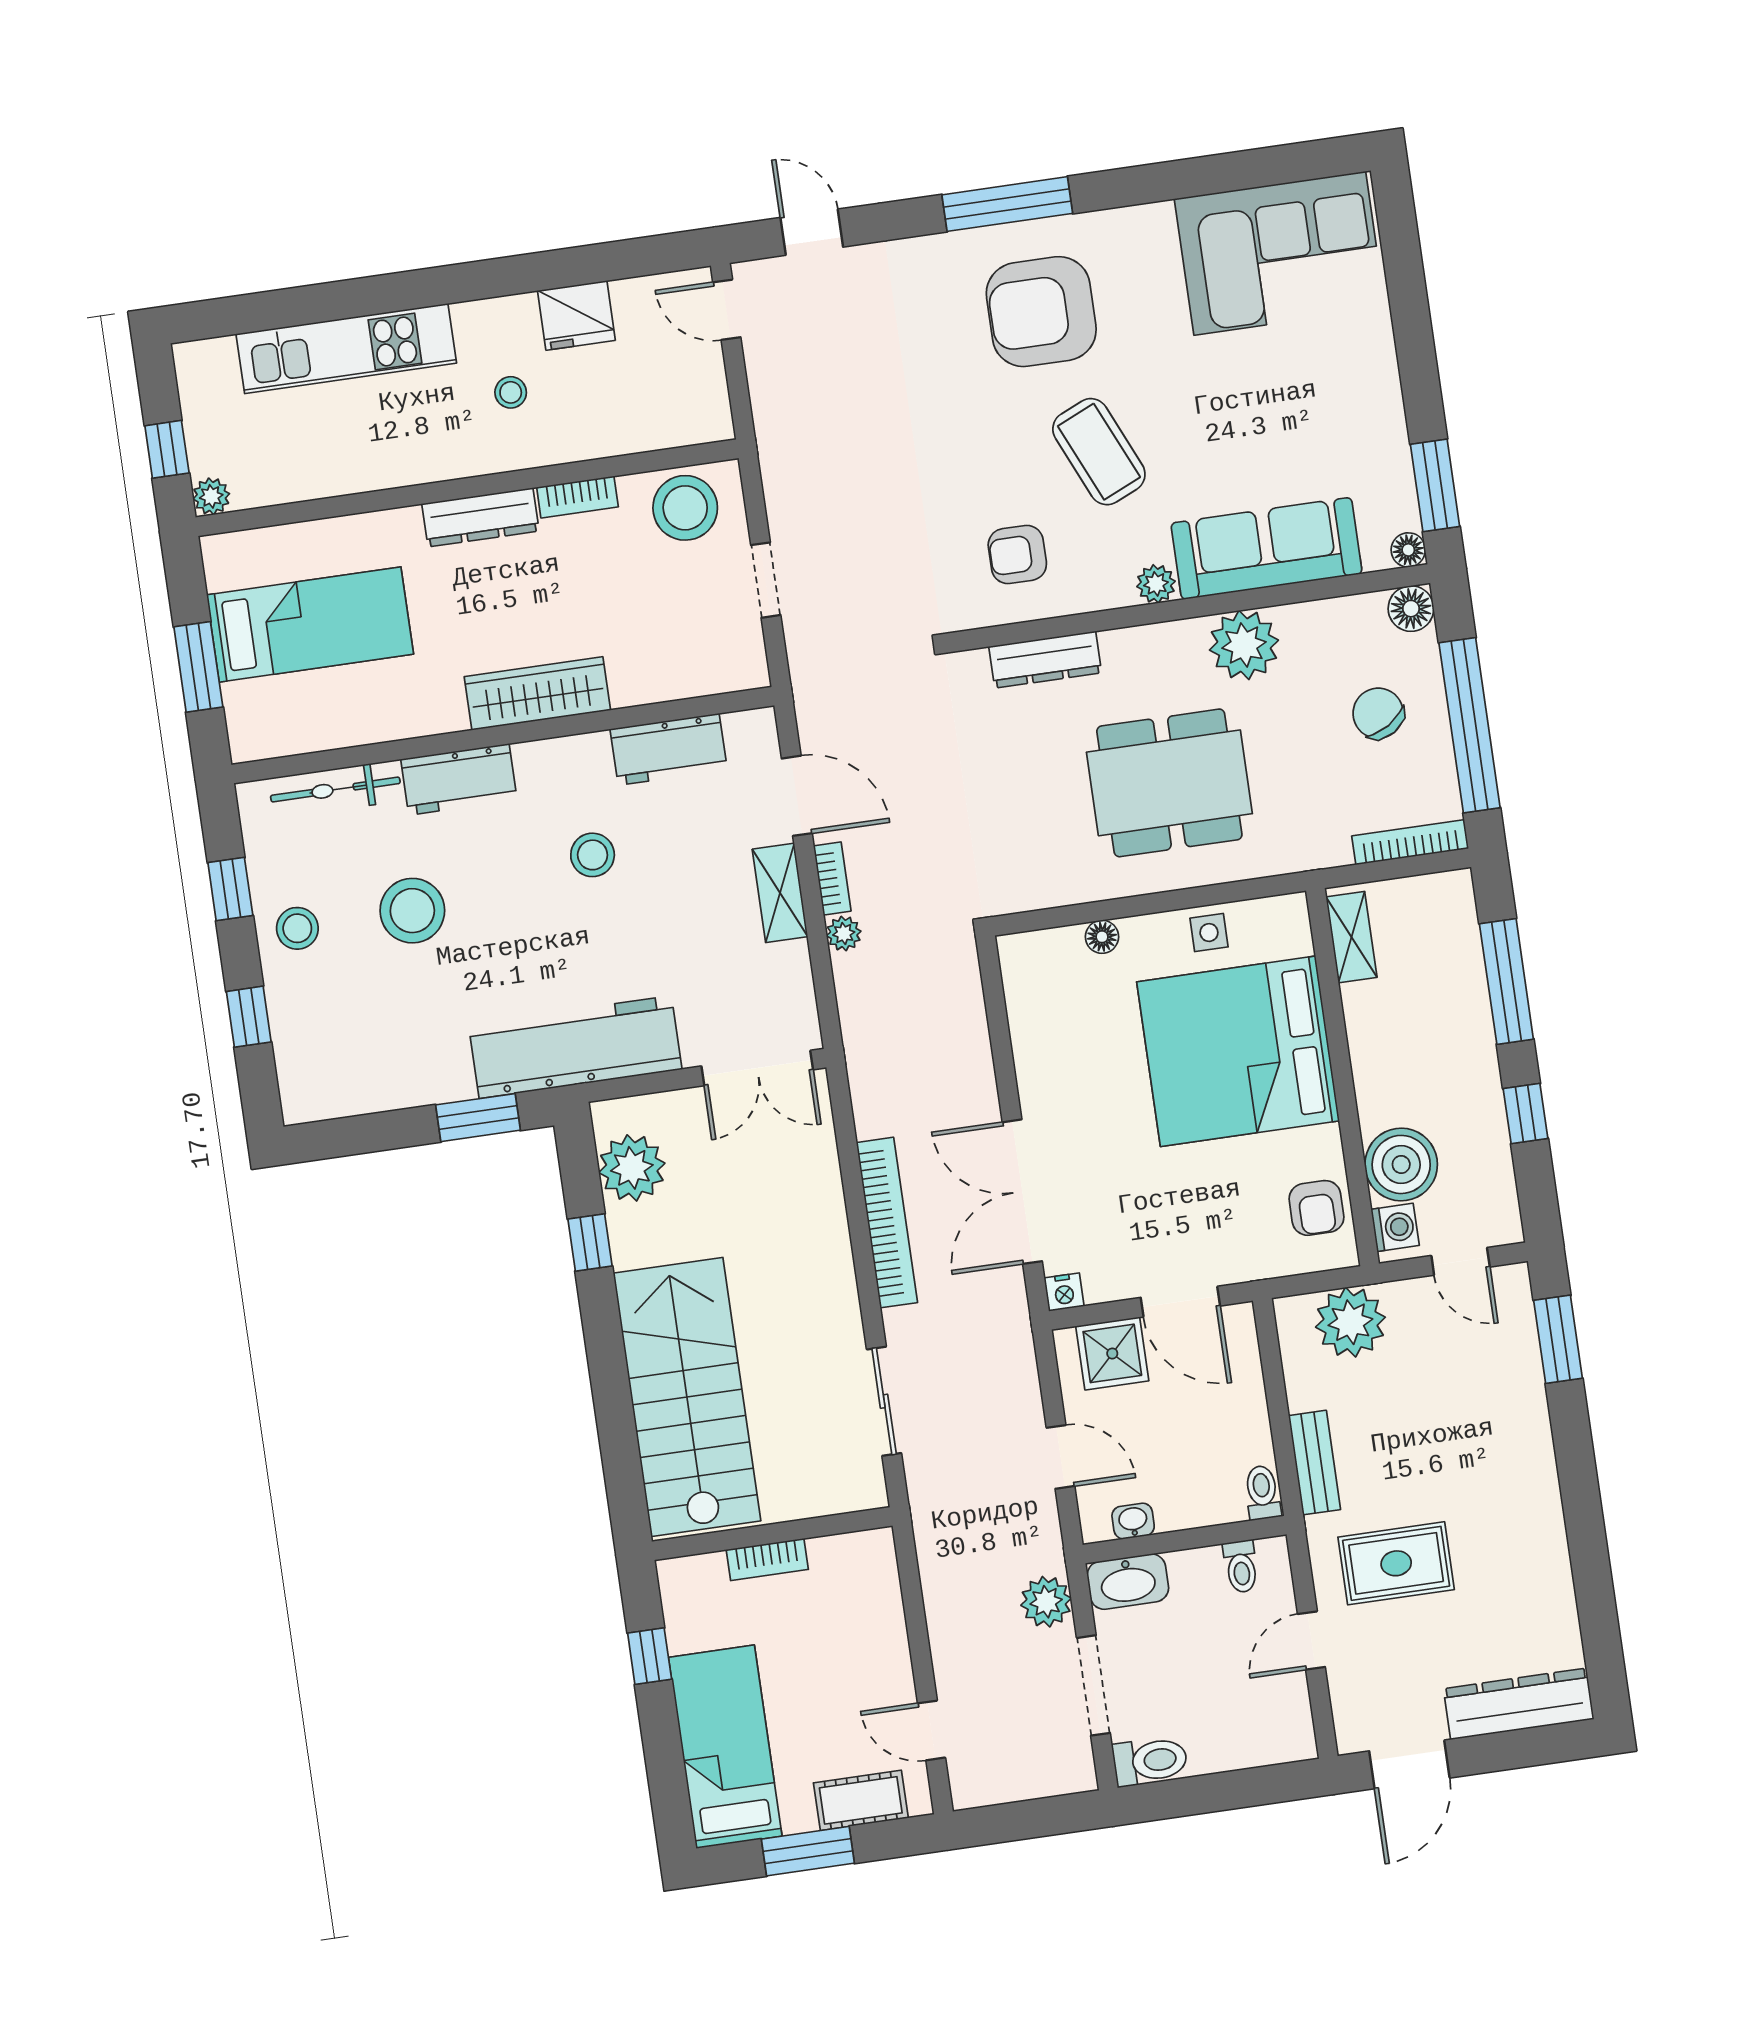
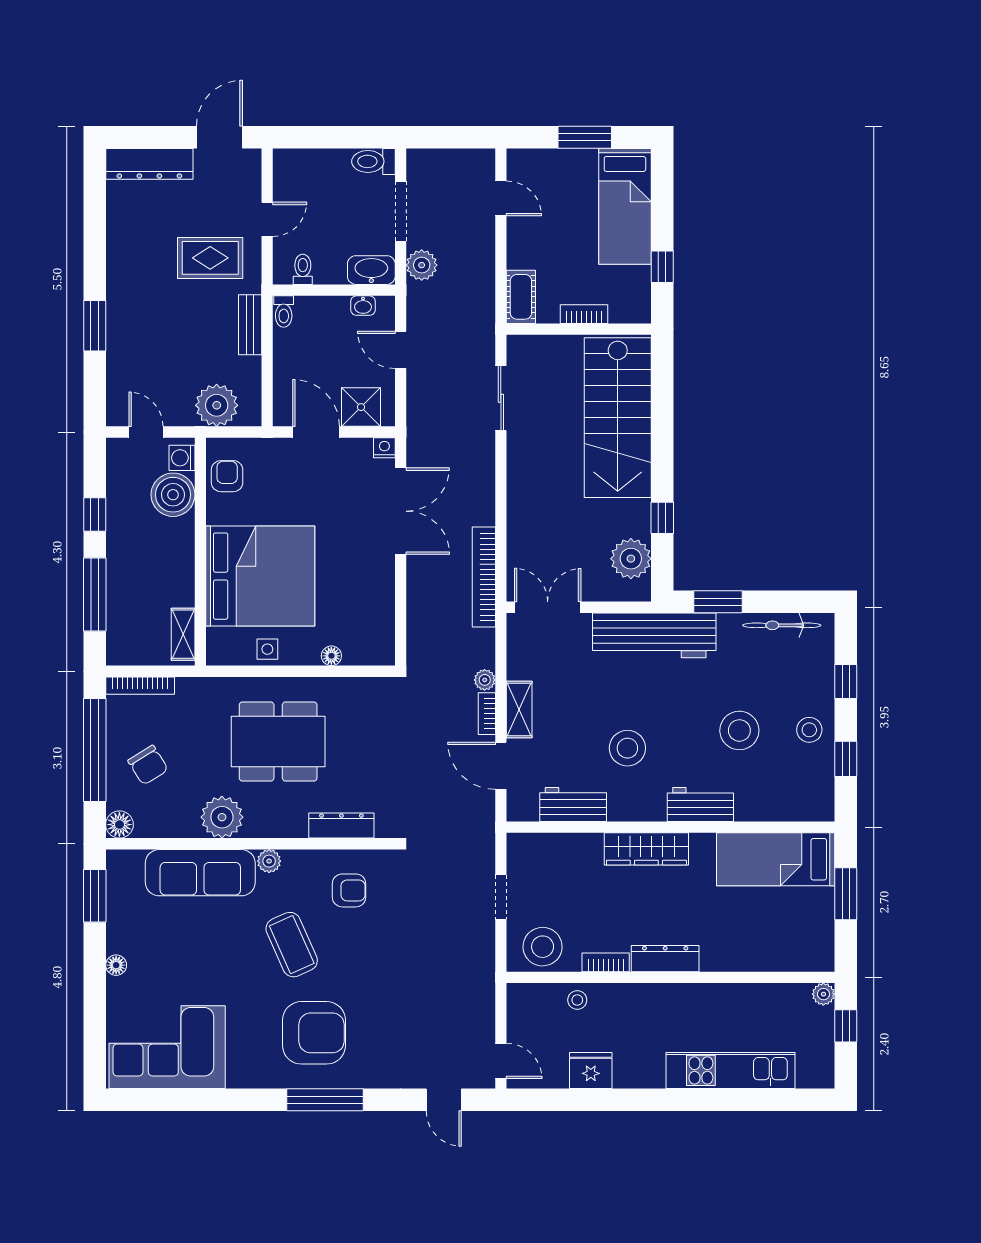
stool: (511, 392) -> (577, 1000), moved
floor lamp: (1408, 550) -> (116, 965), moved
bed: (310, 624) -> (776, 859), moved
bicycle: (335, 789) -> (782, 625), moved, turned 180
stool: (593, 855) -> (627, 748), width x1.38, depth x1.38
bookcase: (887, 1223) -> (484, 577), moved
window: (1558, 1339) -> (95, 326), moved
cot: (861, 1800) -> (521, 297), moved, turned 90

